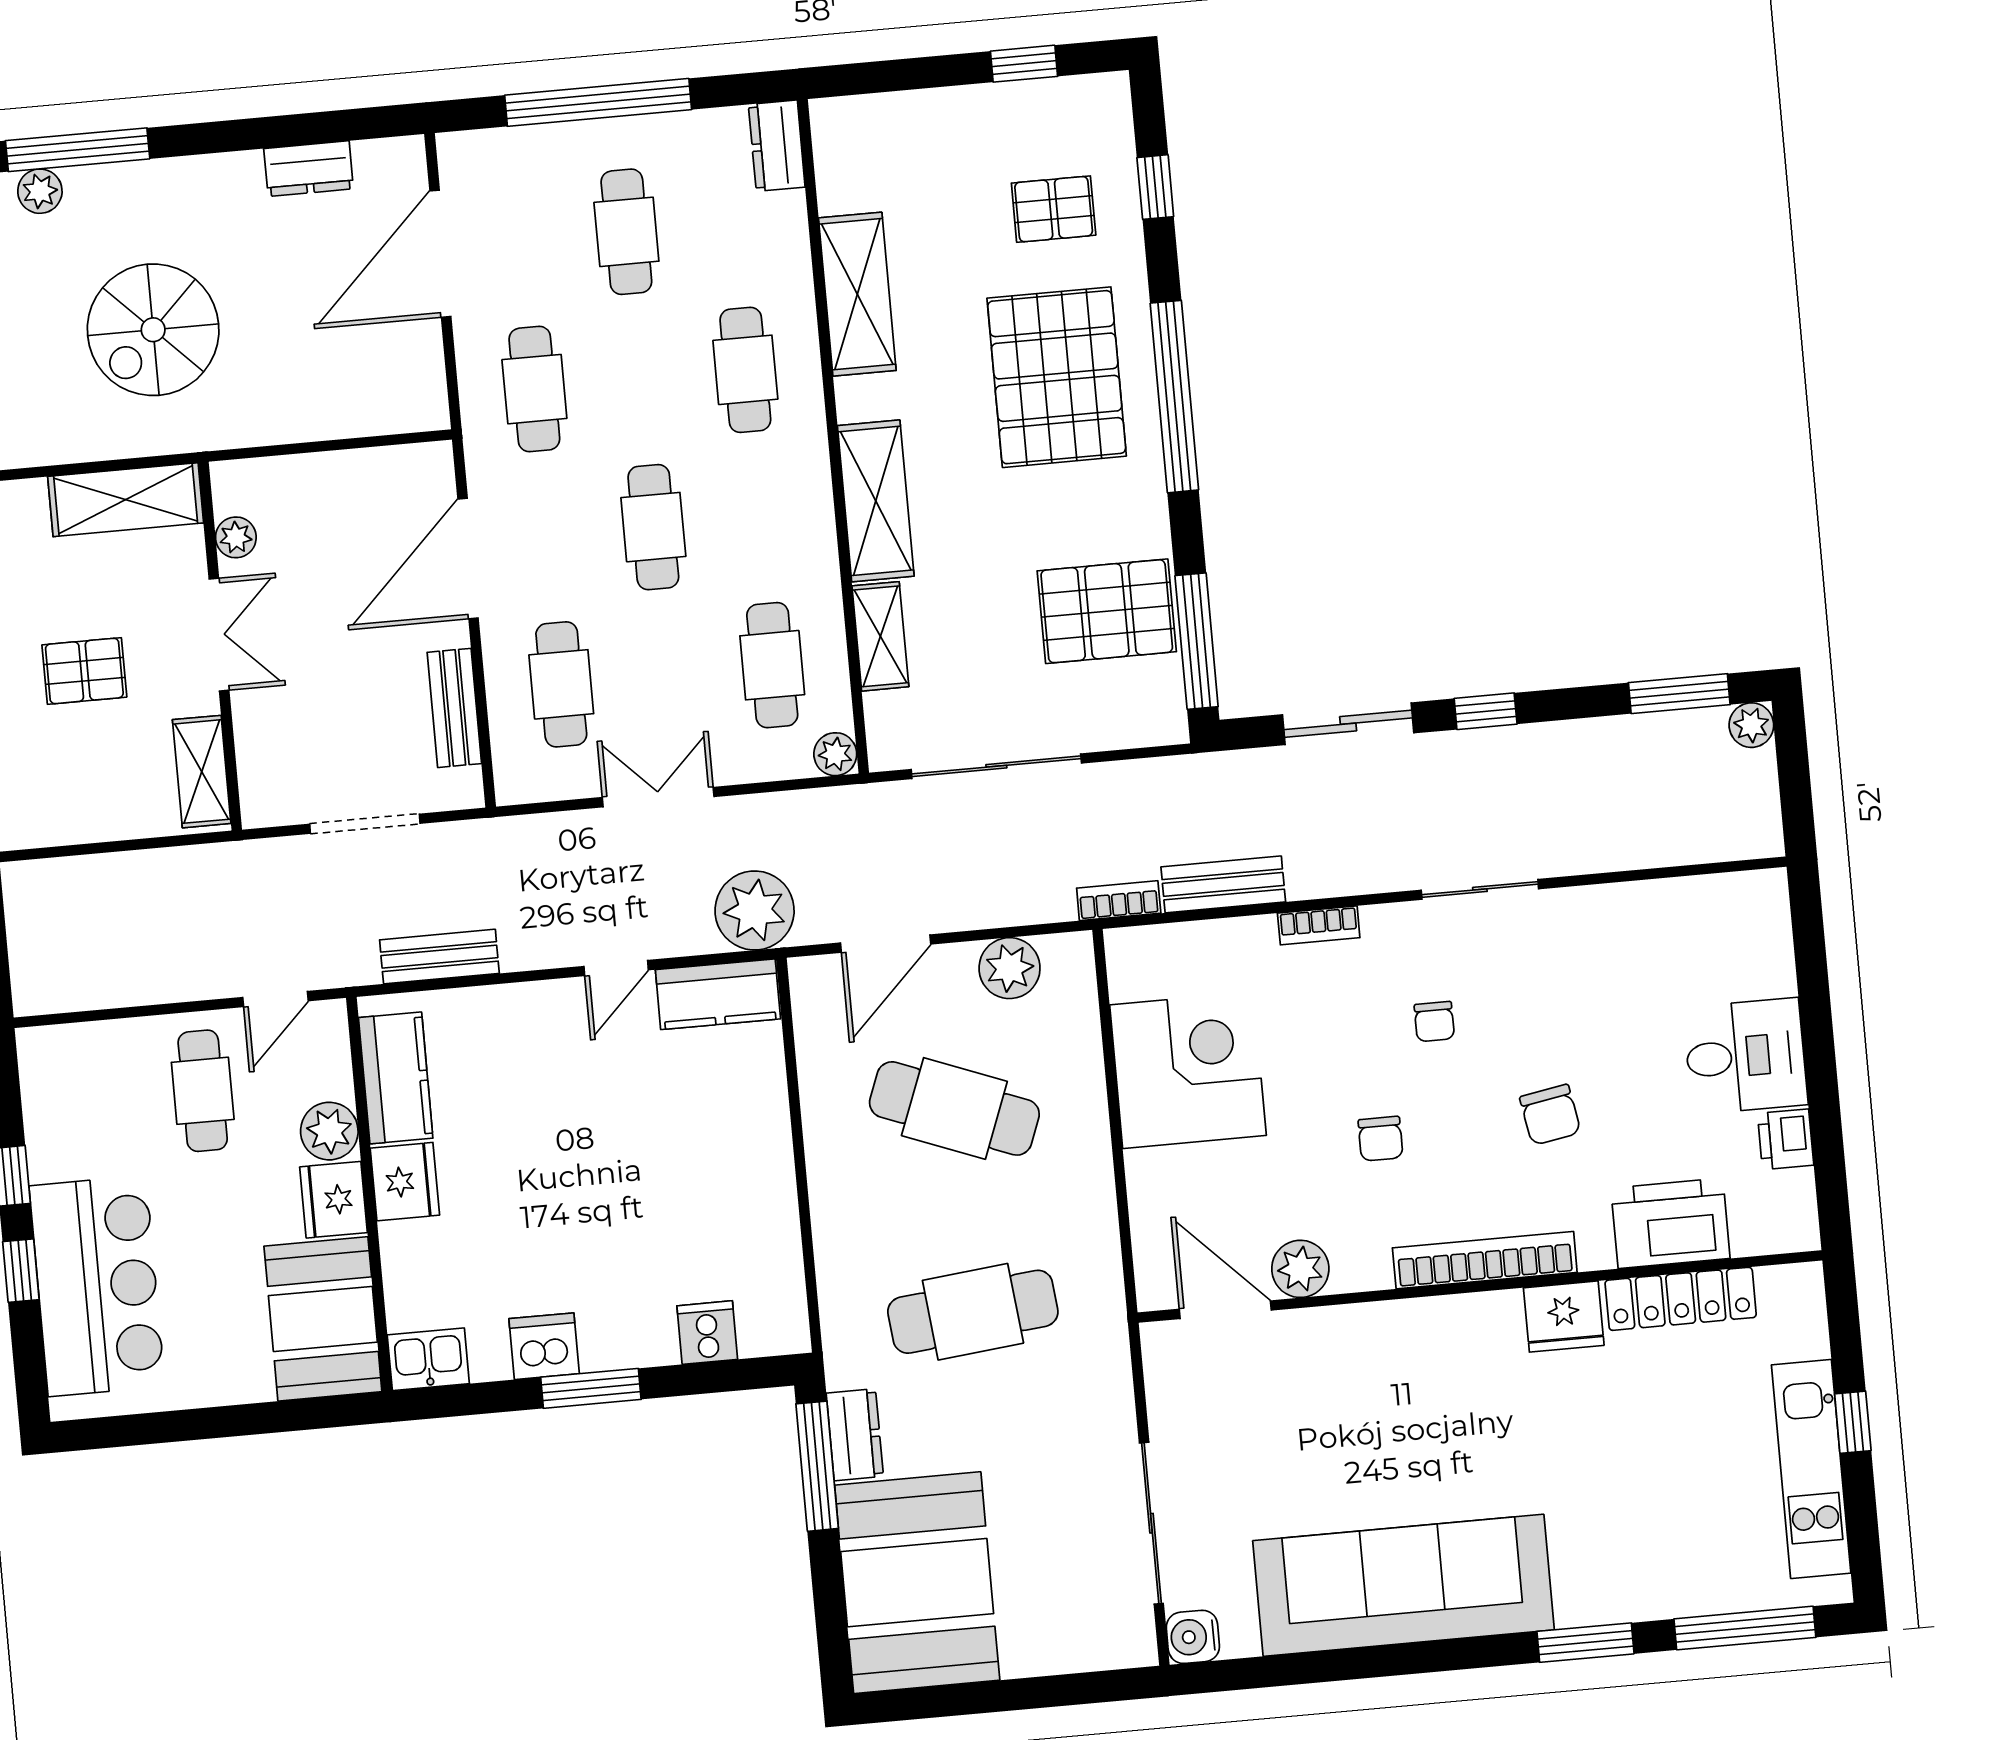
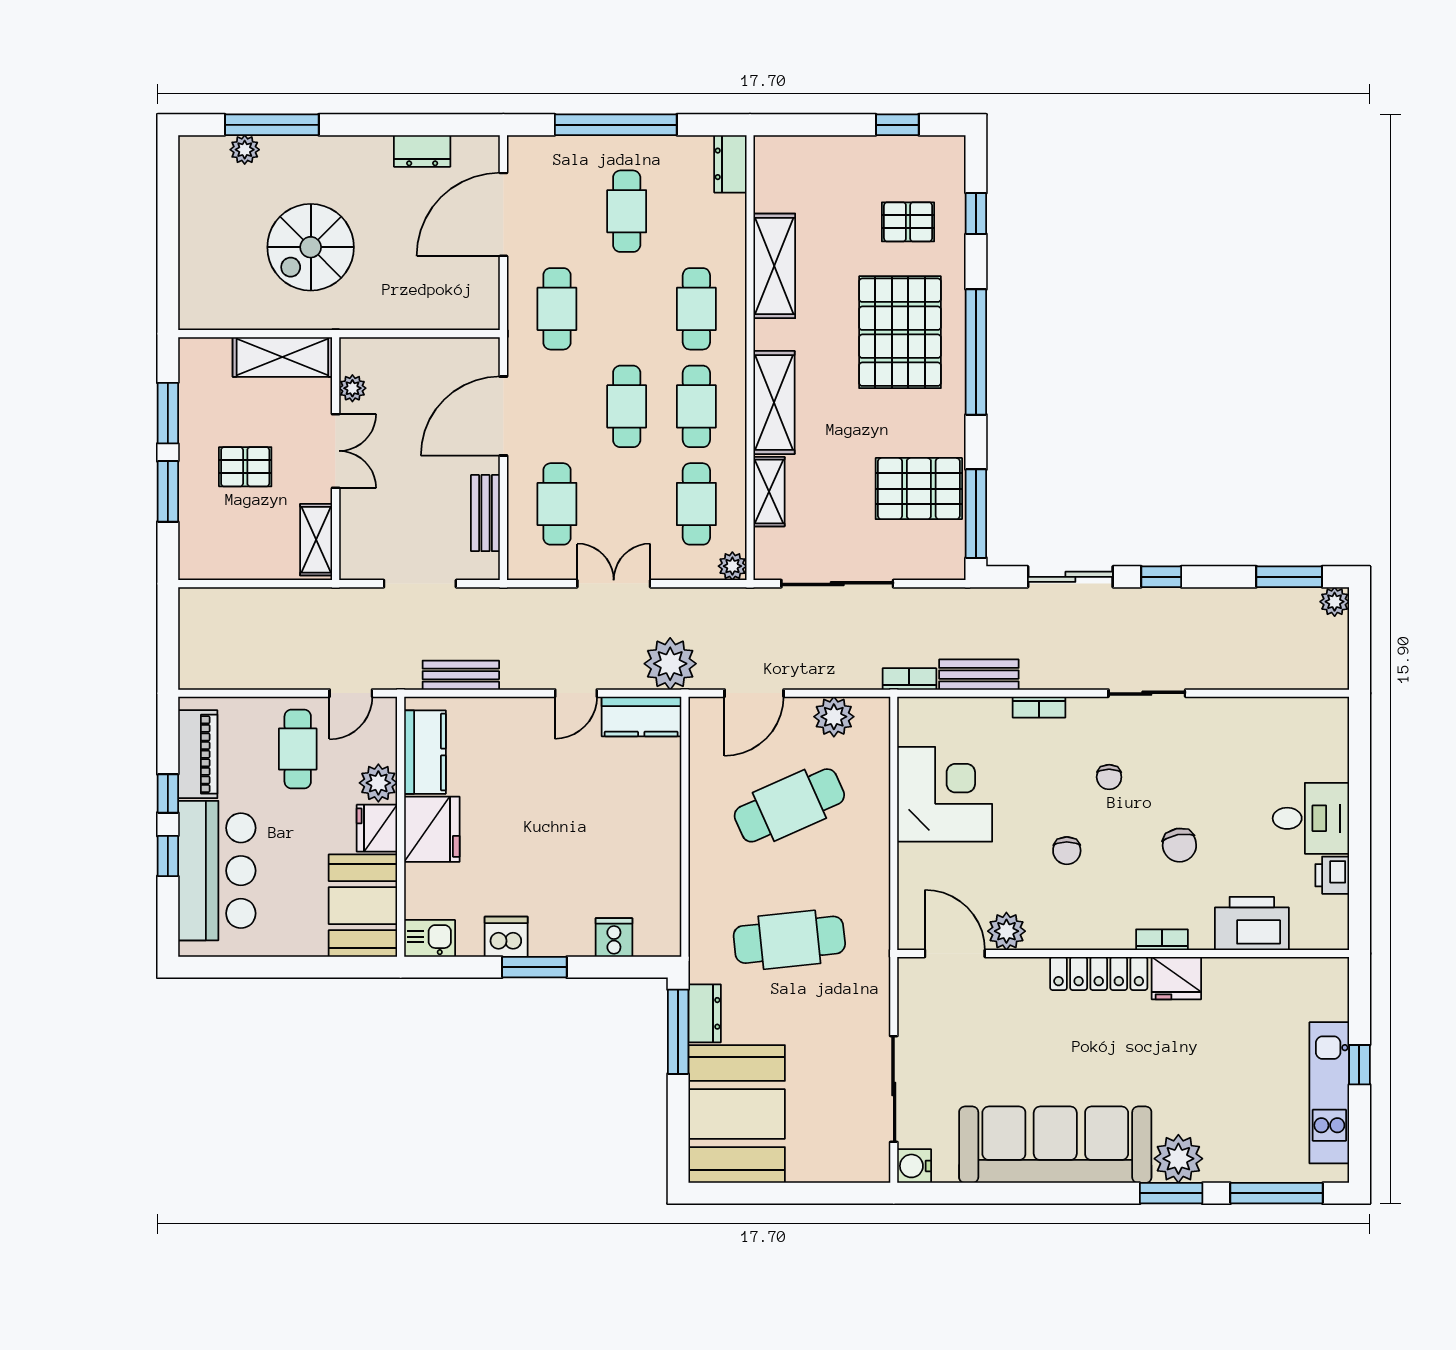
cafe table: (759, 517) -> (696, 406), added
cafe table: (954, 1108) -> (789, 805), turned -45
piano: (52, 1112) -> (198, 754), added
fridge: (405, 1182) -> (432, 829), width x1.36, depth x1.34
bookcase: (1485, 1260) -> (1162, 940), width x0.43, depth x0.76
locker: (1681, 1299) -> (1099, 973), moved
plant: (1592, 1589) -> (1178, 1159), added

